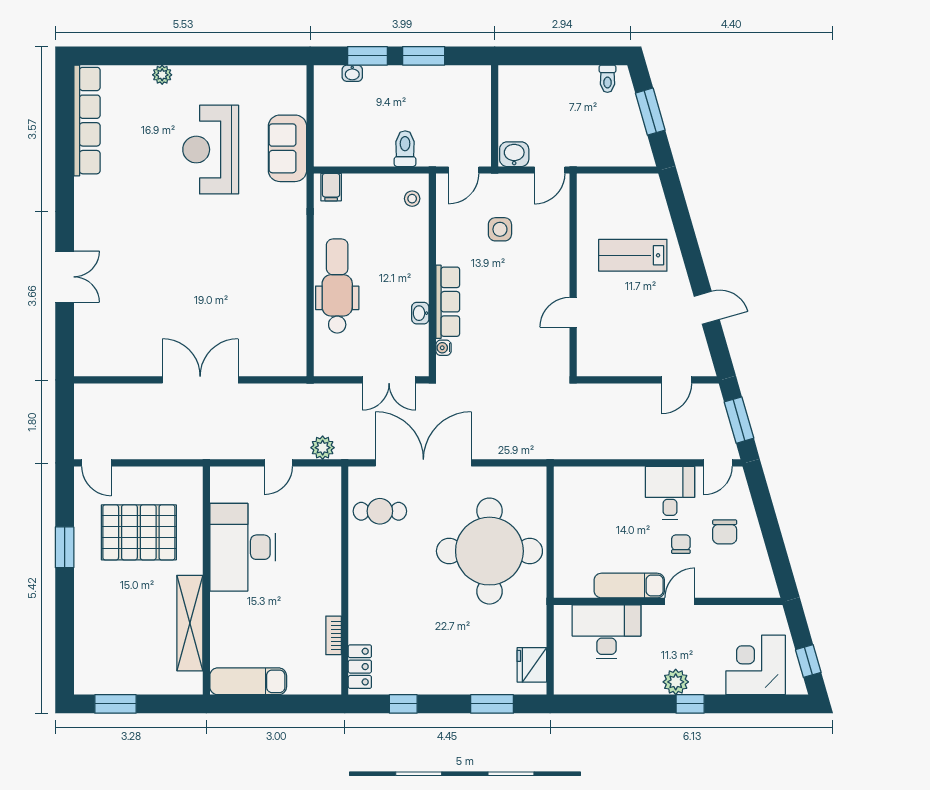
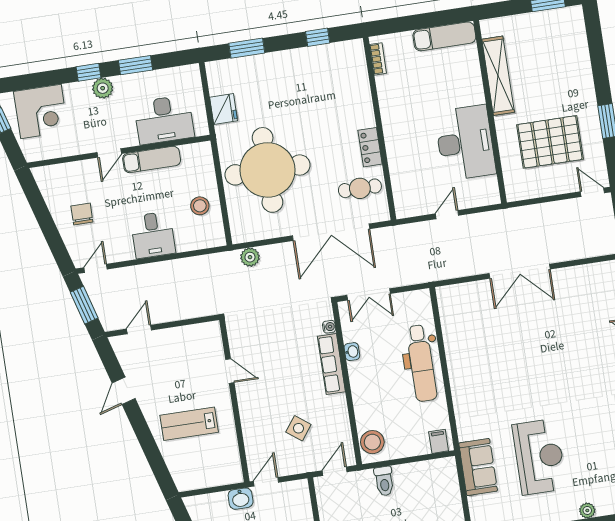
washbasin: (514, 154) -> (241, 499), moved
stool: (412, 199) -> (372, 442), width x1.89, depth x1.89
side table: (500, 229) -> (298, 428), turned 37
lab bench: (633, 255) -> (189, 424), turned 180
door: (707, 308) -> (124, 391), hinge flipped
door: (573, 312) -> (230, 371), hinge flipped
double door: (389, 380) -> (369, 294), swing flipped
plant: (323, 448) -> (250, 257), moved
desk: (670, 493) -> (153, 235), moved
stool: (579, 520) -> (200, 206), added
chair: (681, 544) -> (115, 199), removed
bookcase: (334, 635) -> (378, 59), moved
fridge: (532, 665) -> (224, 109), moved
locker: (360, 667) -> (370, 147), moved
window: (631, 704) -> (136, 65), added

